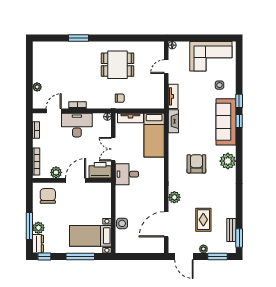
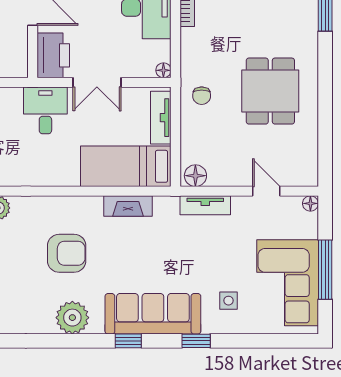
window: (204, 38) -> (325, 270), added
floor lamp: (159, 101) -> (195, 176), added
fireplace: (173, 121) -> (128, 206), moved
window: (239, 121) -> (128, 341), moved
double door: (113, 149) -> (97, 82), swing flipped

